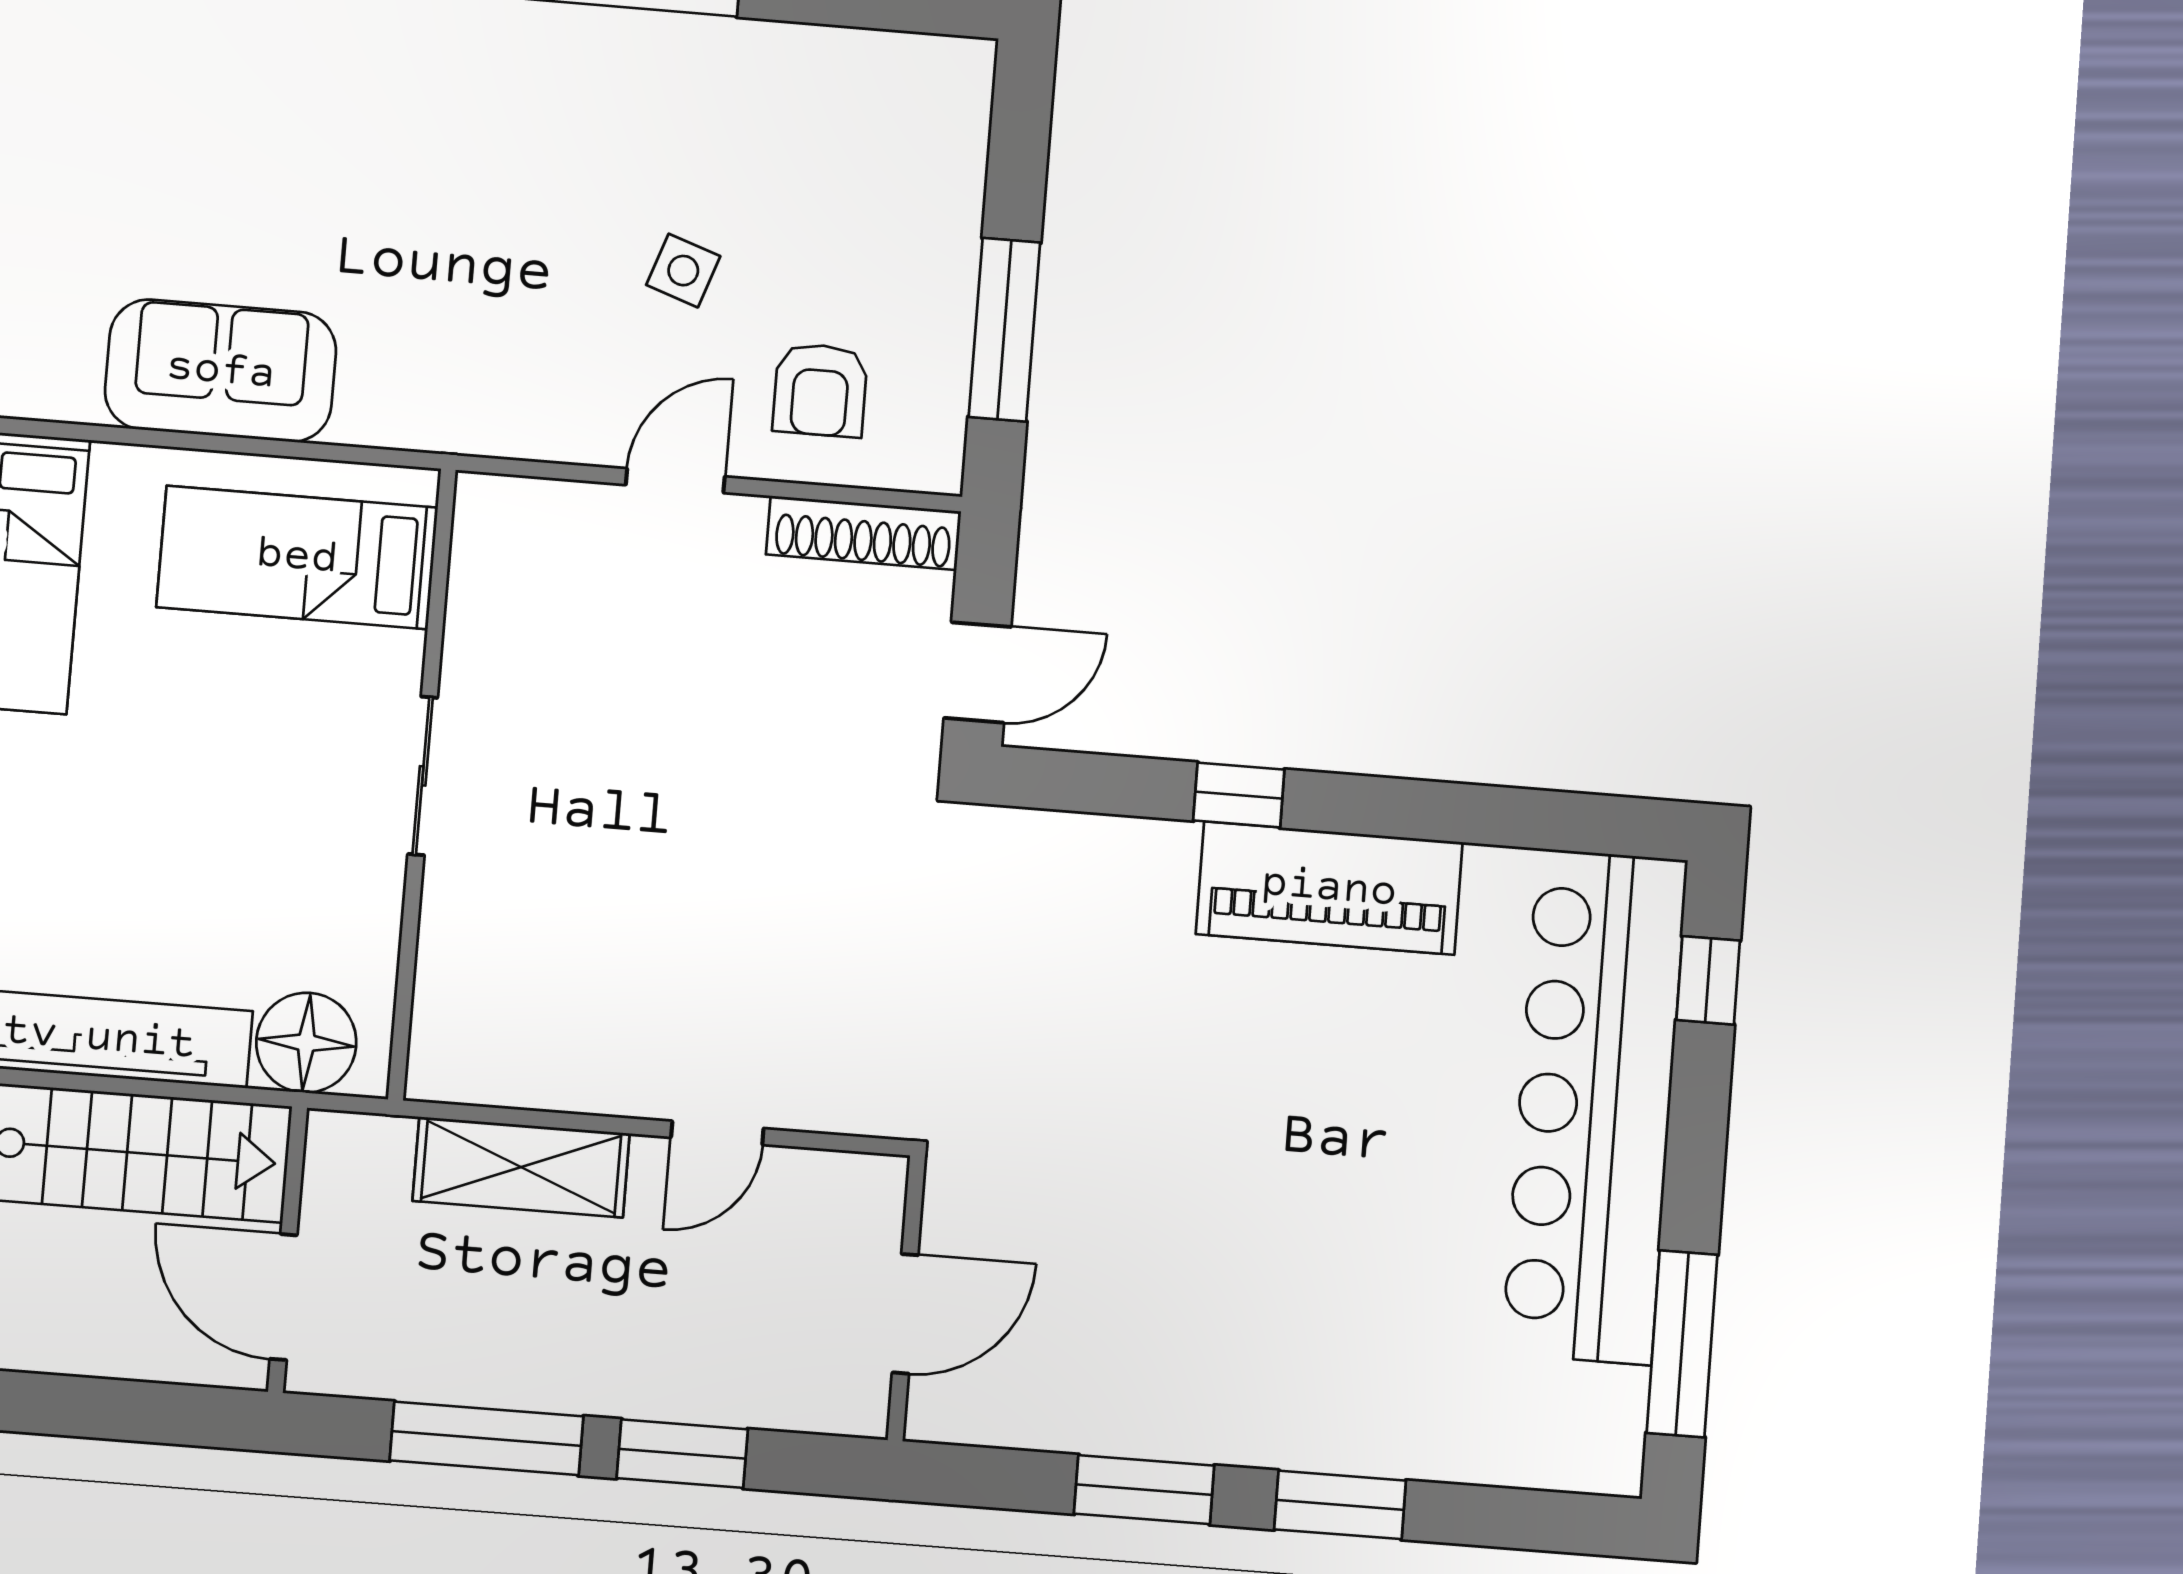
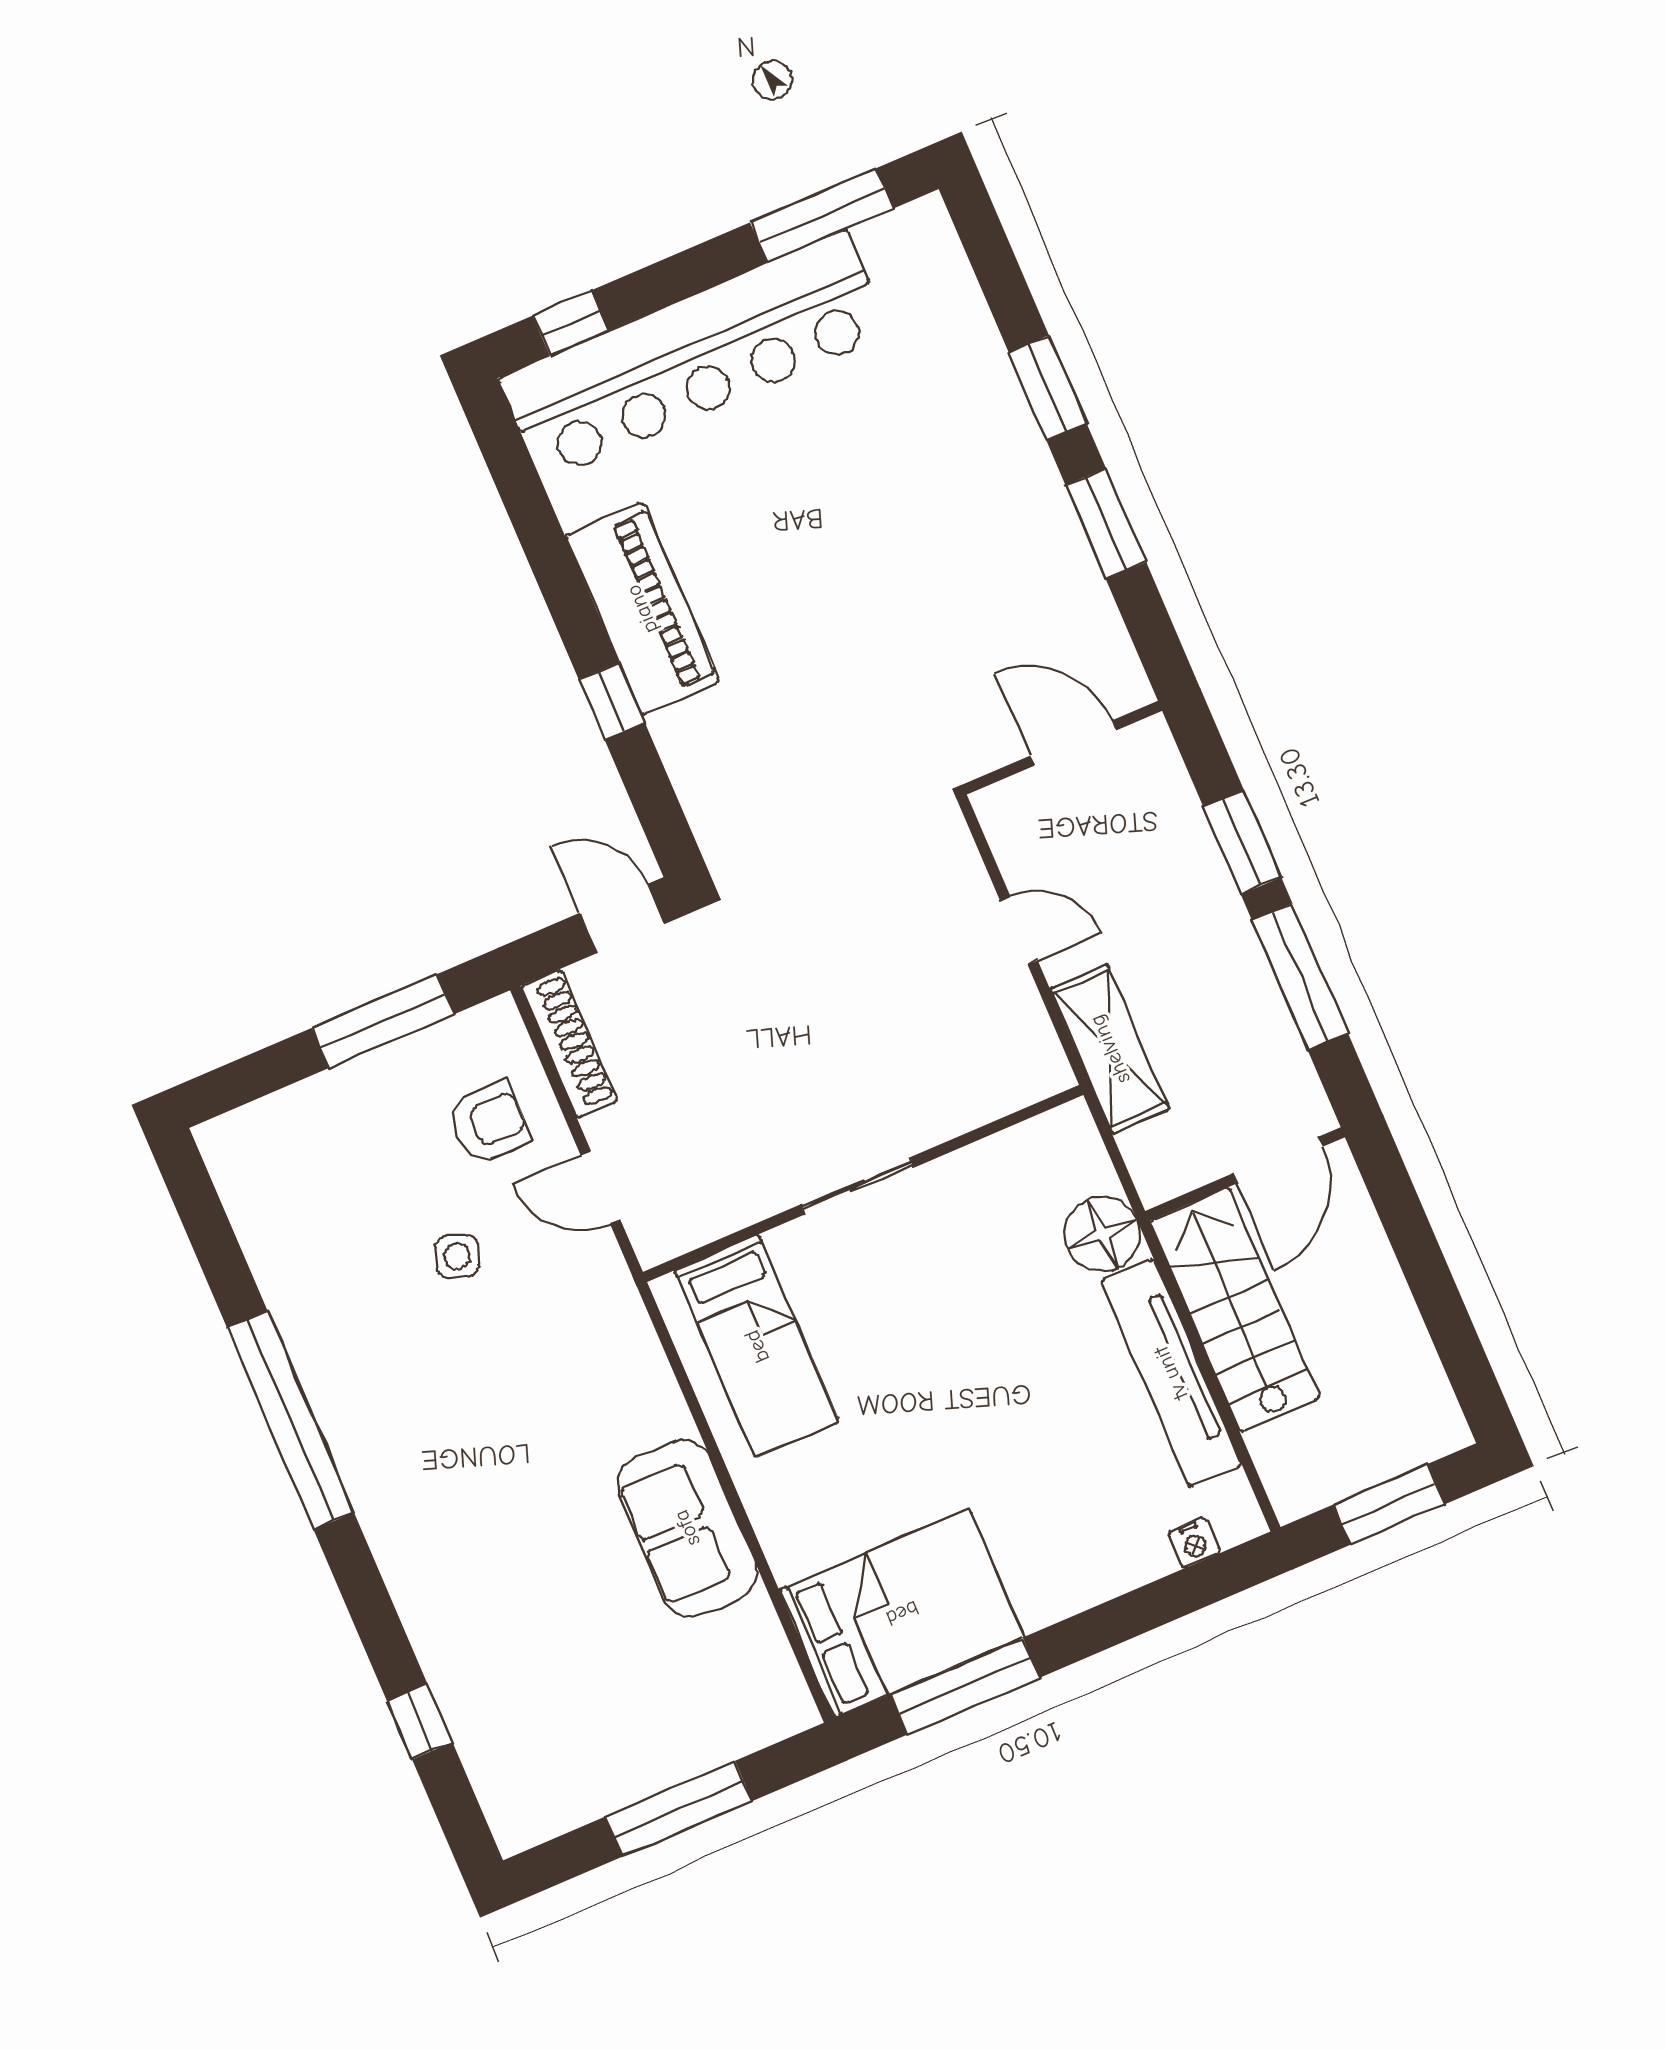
bed: (297, 557) -> (757, 1346), moved
sliding door: (423, 776) -> (858, 1186), moved
wall: (422, 784) -> (863, 1183), moved

